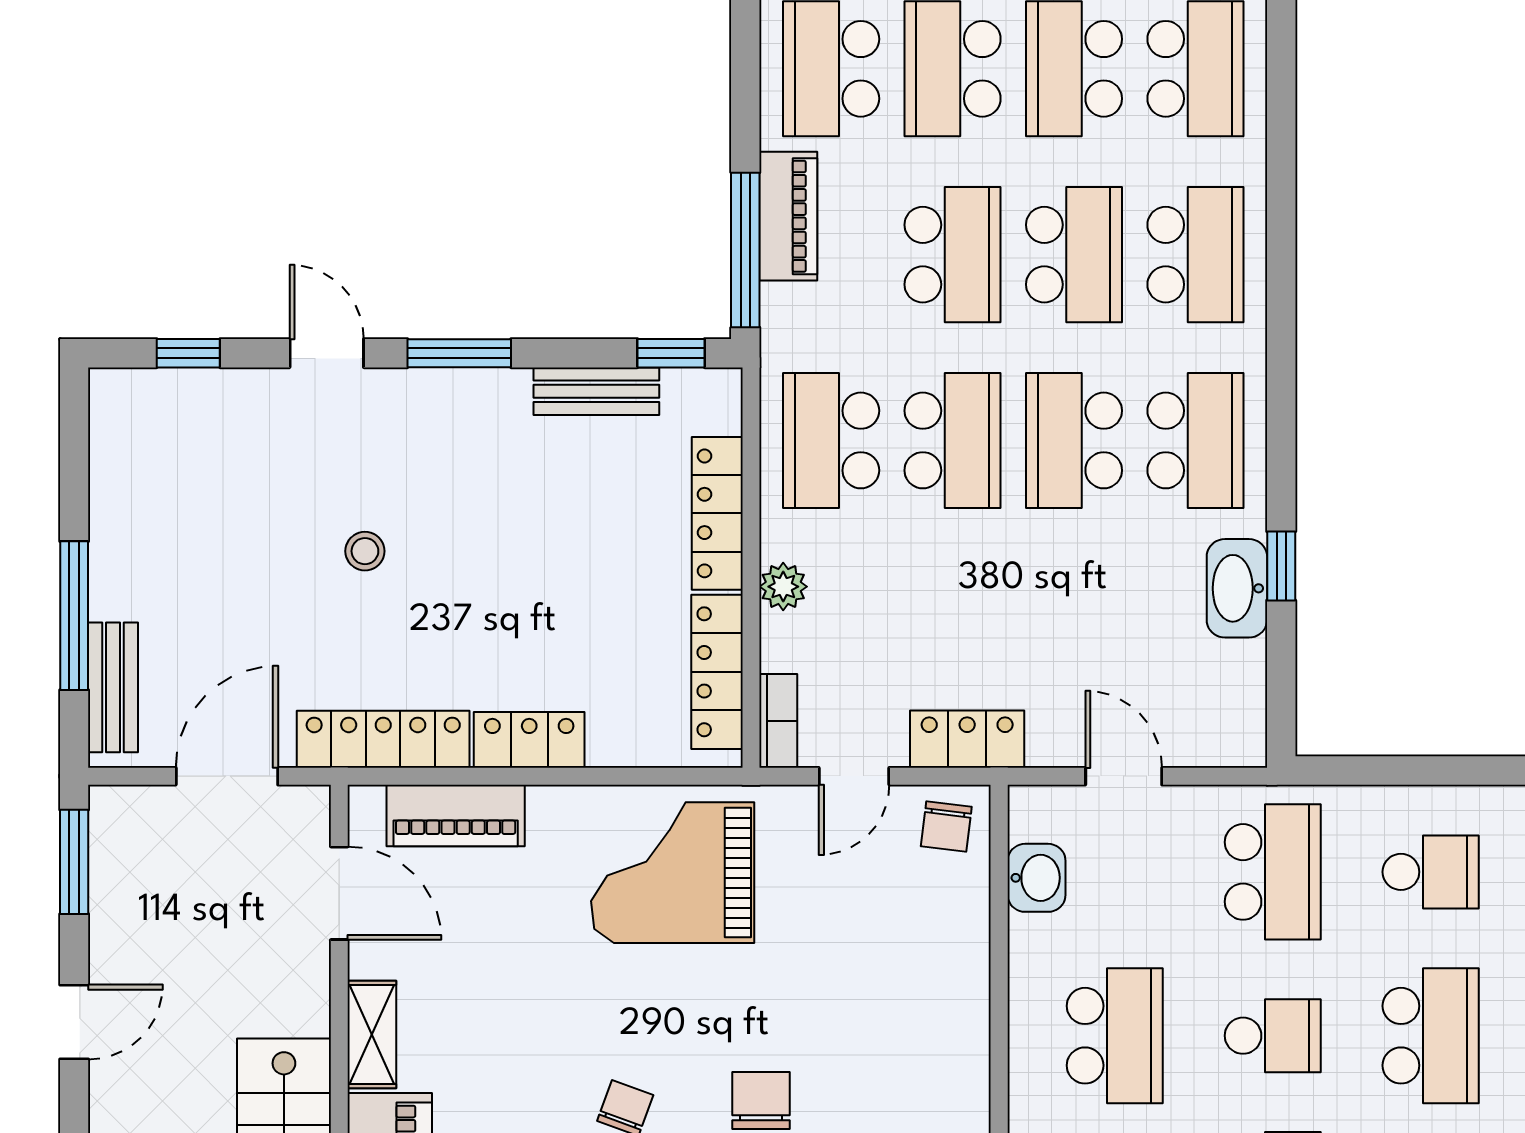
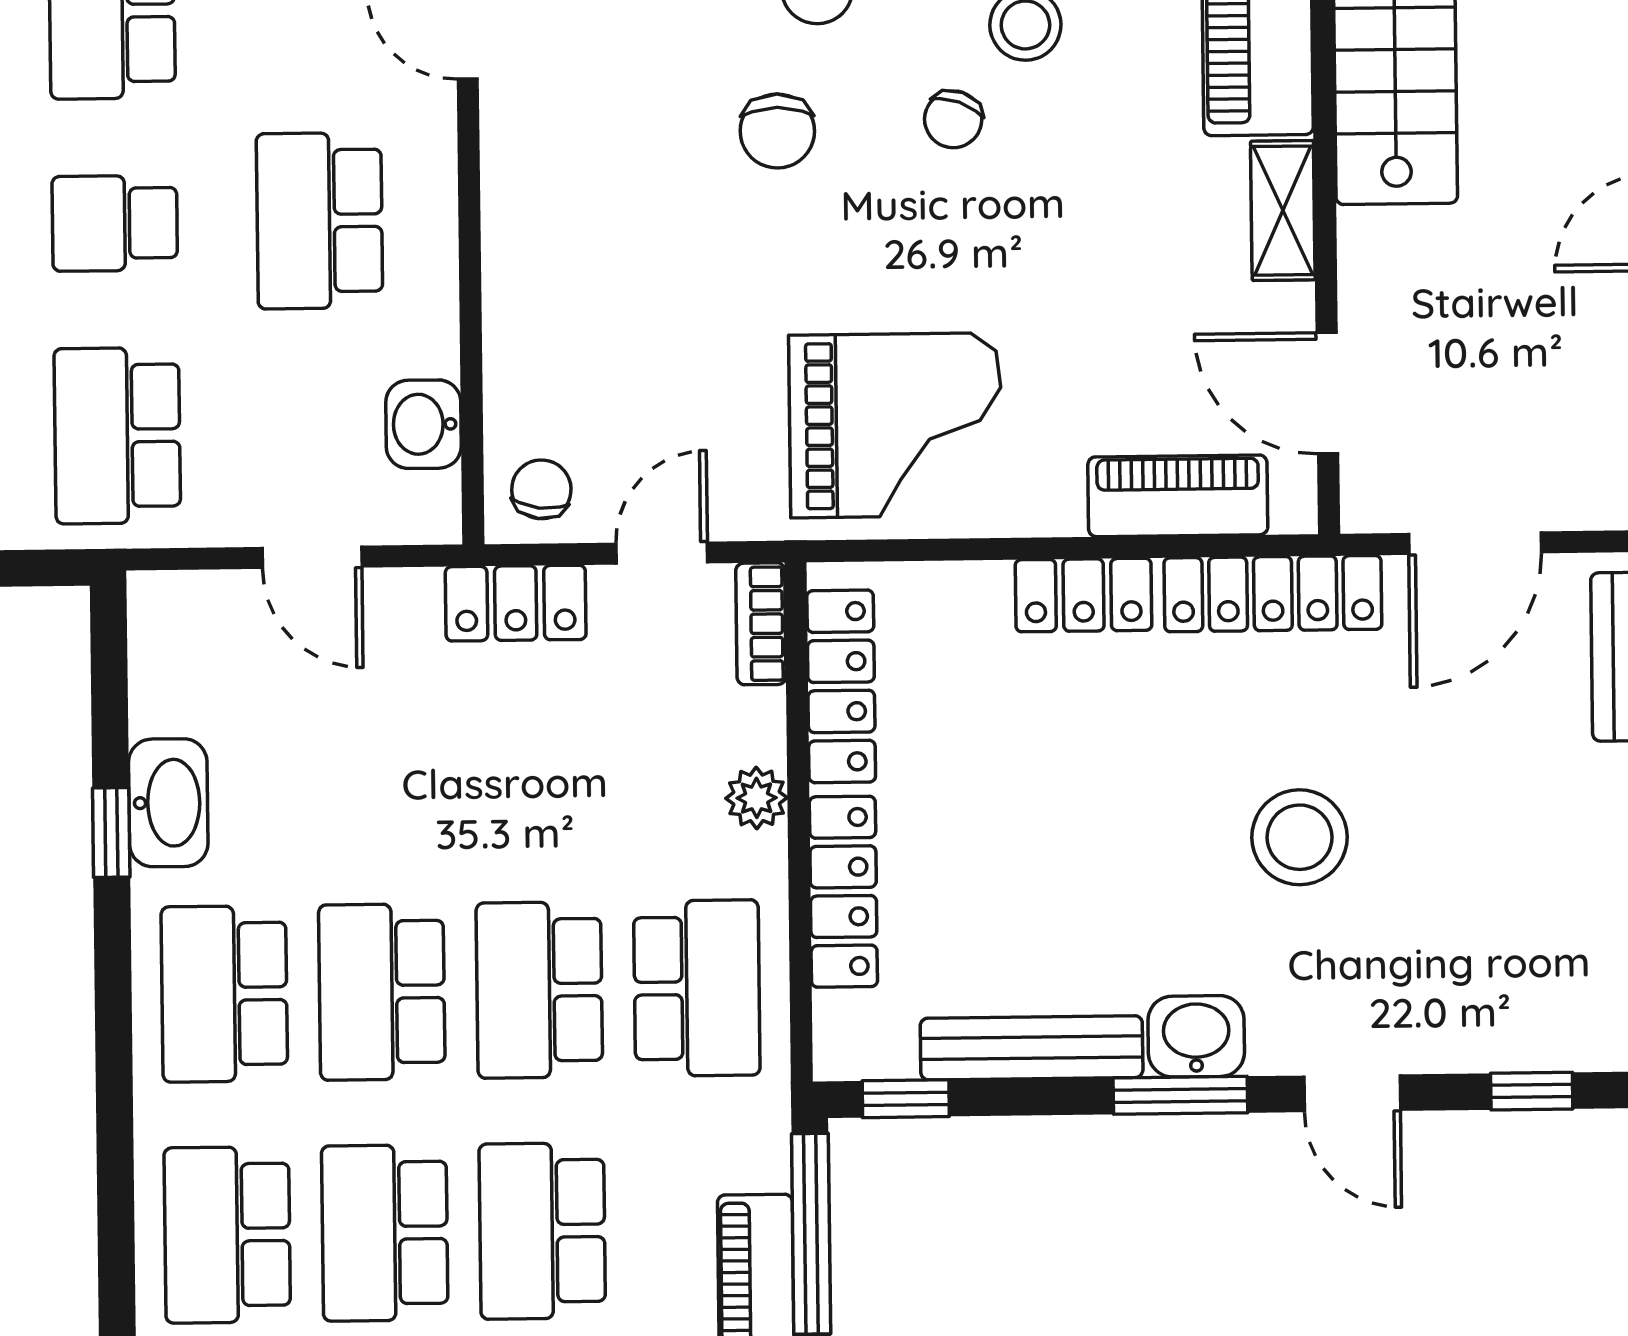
bench: (596, 391) -> (1032, 1048), width x1.36
washbasin: (446, 399) -> (1196, 1036), added
school desk: (1074, 440) -> (382, 992), turned 180
stool: (365, 551) -> (1300, 837), width x1.89, depth x1.89

